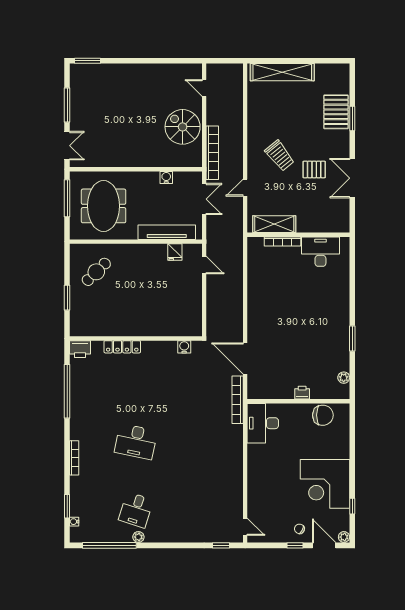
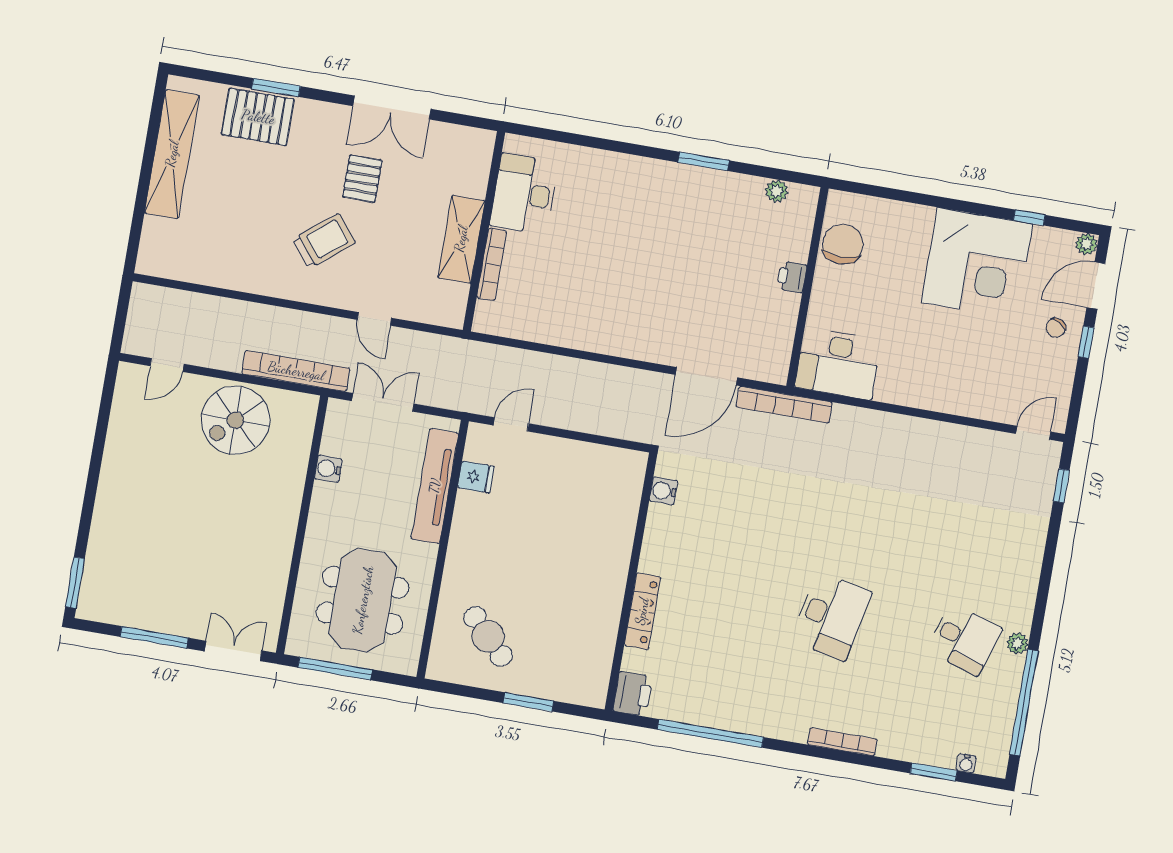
shelving: (282, 72) -> (172, 154), moved
meeting table: (104, 206) -> (363, 600), turned 90
shelving: (274, 224) -> (461, 239), moved

